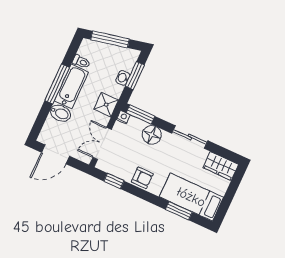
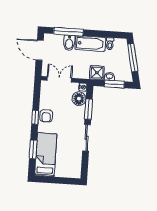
window: (57, 84) -> (68, 32), moved
shower: (106, 105) -> (97, 73), moved
window: (141, 114) -> (88, 109), moved
floor lamp: (152, 135) -> (79, 99), moved
wardrobe: (221, 166) -> (75, 167), removed
window: (114, 181) -> (35, 117), moved

